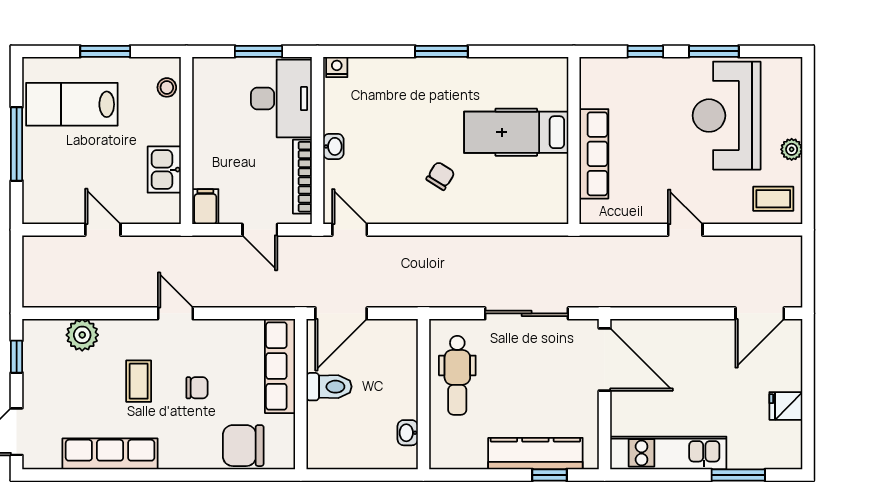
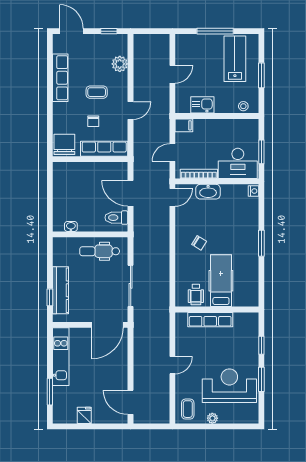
washbasin: (333, 146) -> (208, 192), width x1.91, depth x1.45
wheelchair: (544, 183) -> (196, 295), added
row of seats: (280, 366) -> (104, 149), moved
toilet: (329, 387) -> (116, 218), moved, turned 90
wall: (301, 394) -> (90, 159), moved

